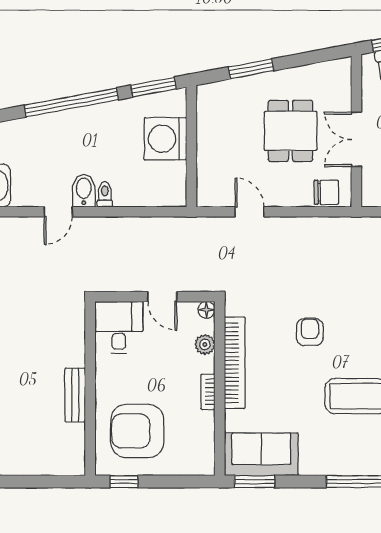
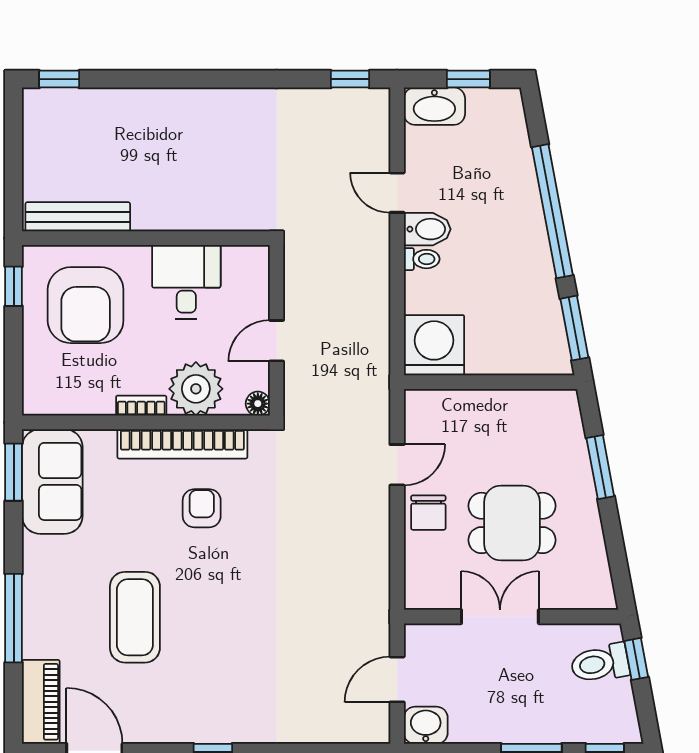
washing machine: (165, 139) -> (434, 345), moved
chair: (326, 192) -> (428, 513), moved
desk: (119, 327) -> (186, 282), moved, turned -90
armchair: (310, 332) -> (202, 508), moved, turned -90
plant: (205, 344) -> (196, 389), width x1.87, depth x1.87
bench: (75, 395) -> (78, 217), moved, width x1.36
armchair: (137, 431) -> (86, 305), turned 180

